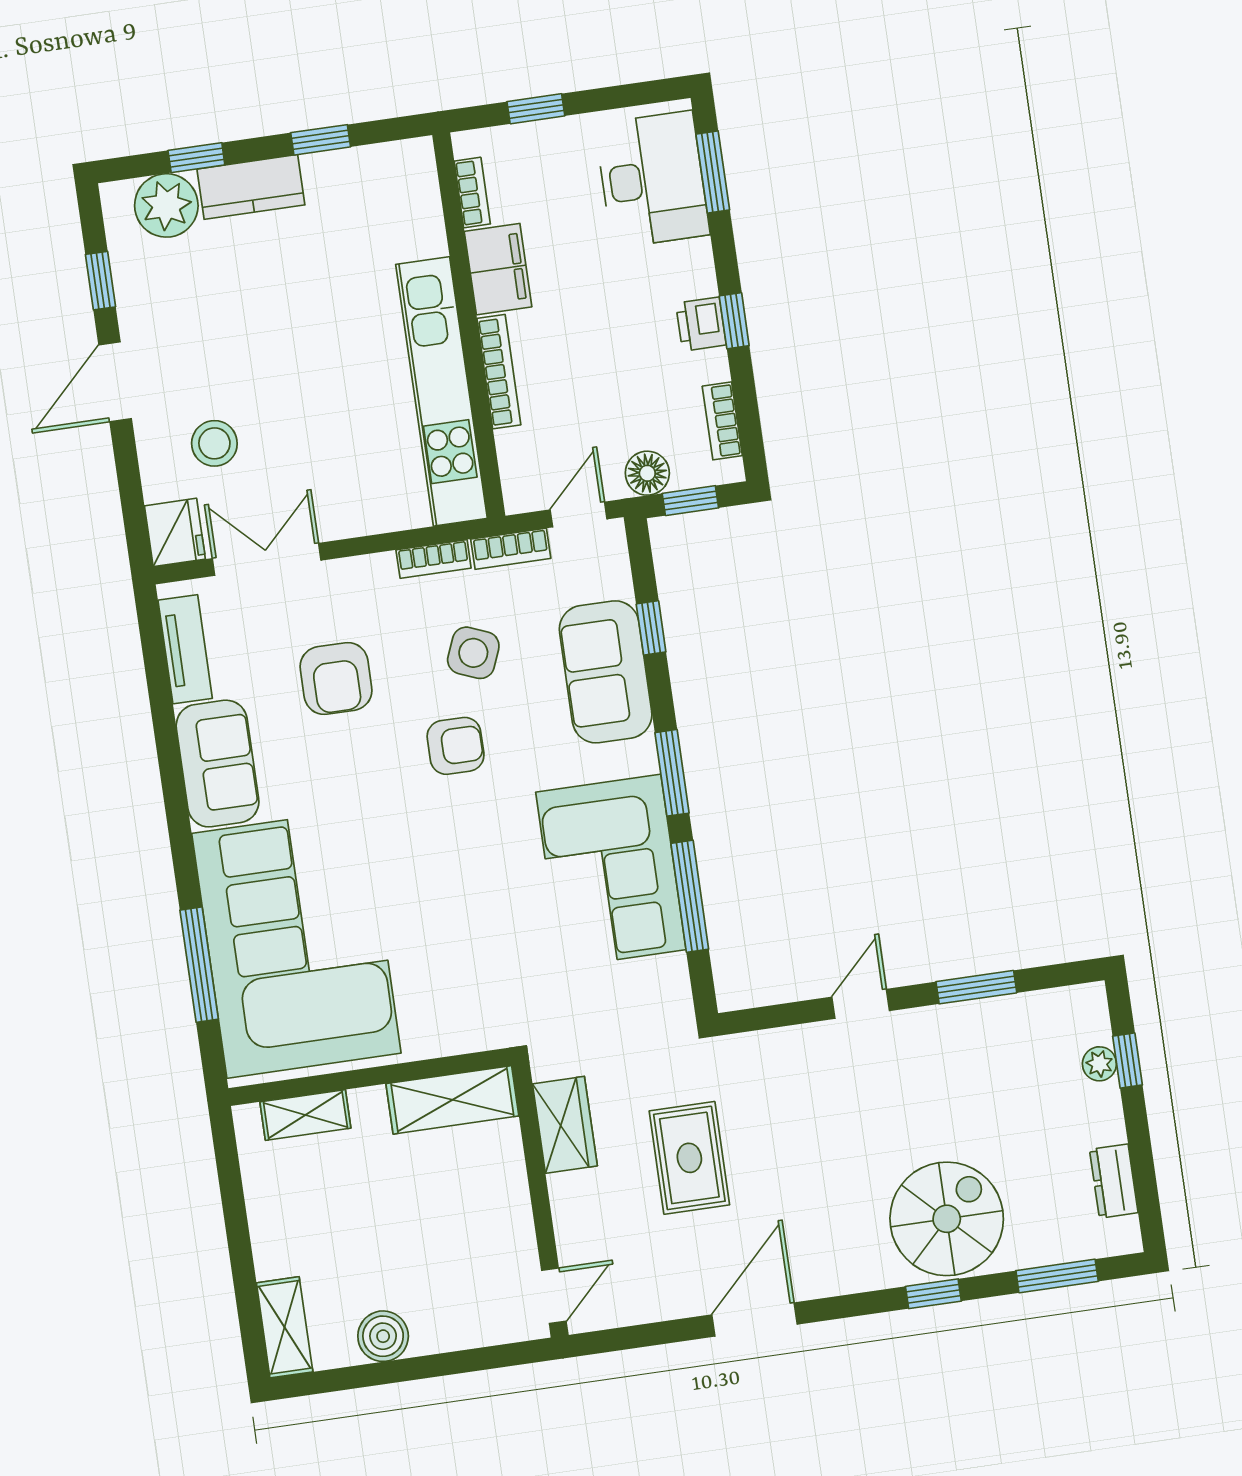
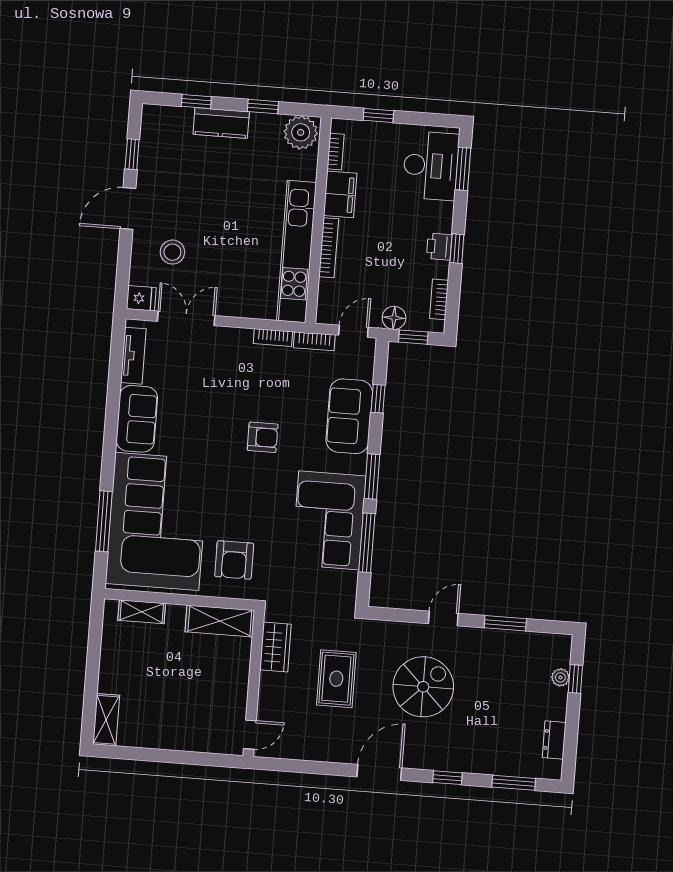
plant: (166, 205) -> (301, 132), moved
fridge: (175, 532) -> (141, 298), width x0.72
side table: (473, 653) -> (283, 391), removed
armchair: (336, 678) -> (234, 560), moved
spiral stairs: (947, 1219) -> (423, 687), moved
door: (755, 1320) -> (379, 772), moved
boiler: (383, 1336) -> (156, 736), removed

